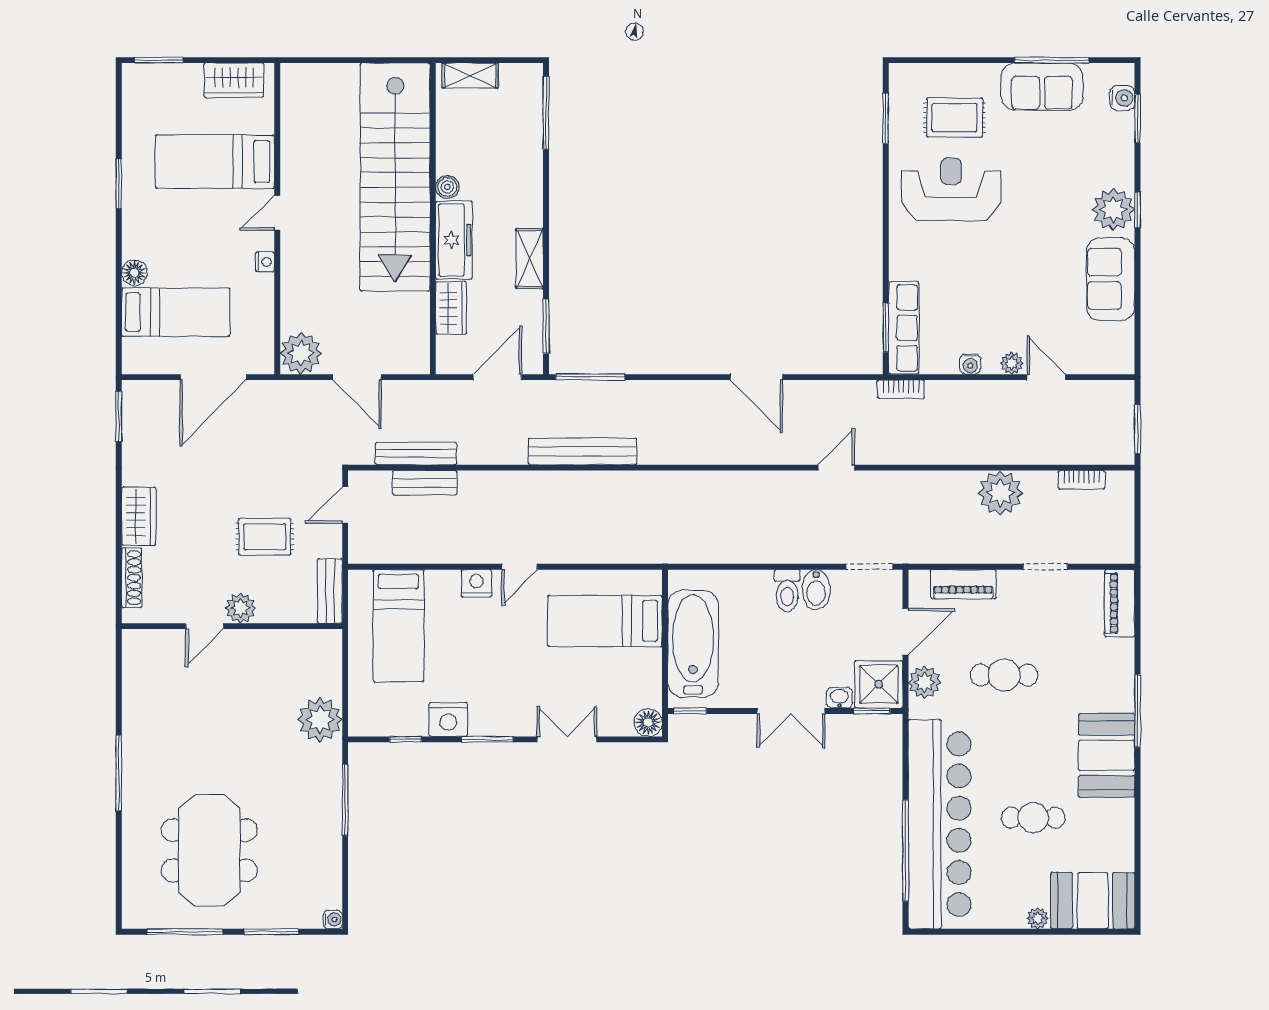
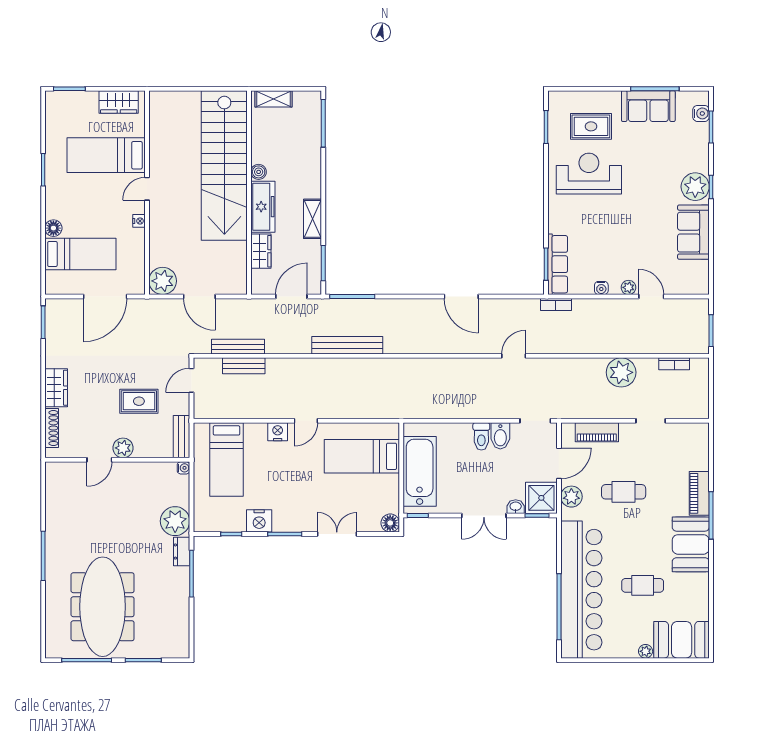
piano: (1120, 603) -> (699, 493), moved
dresser: (330, 766) -> (182, 552), added
meeting table: (209, 850) -> (103, 607), width x1.36
water cooler: (333, 919) -> (183, 468), moved

